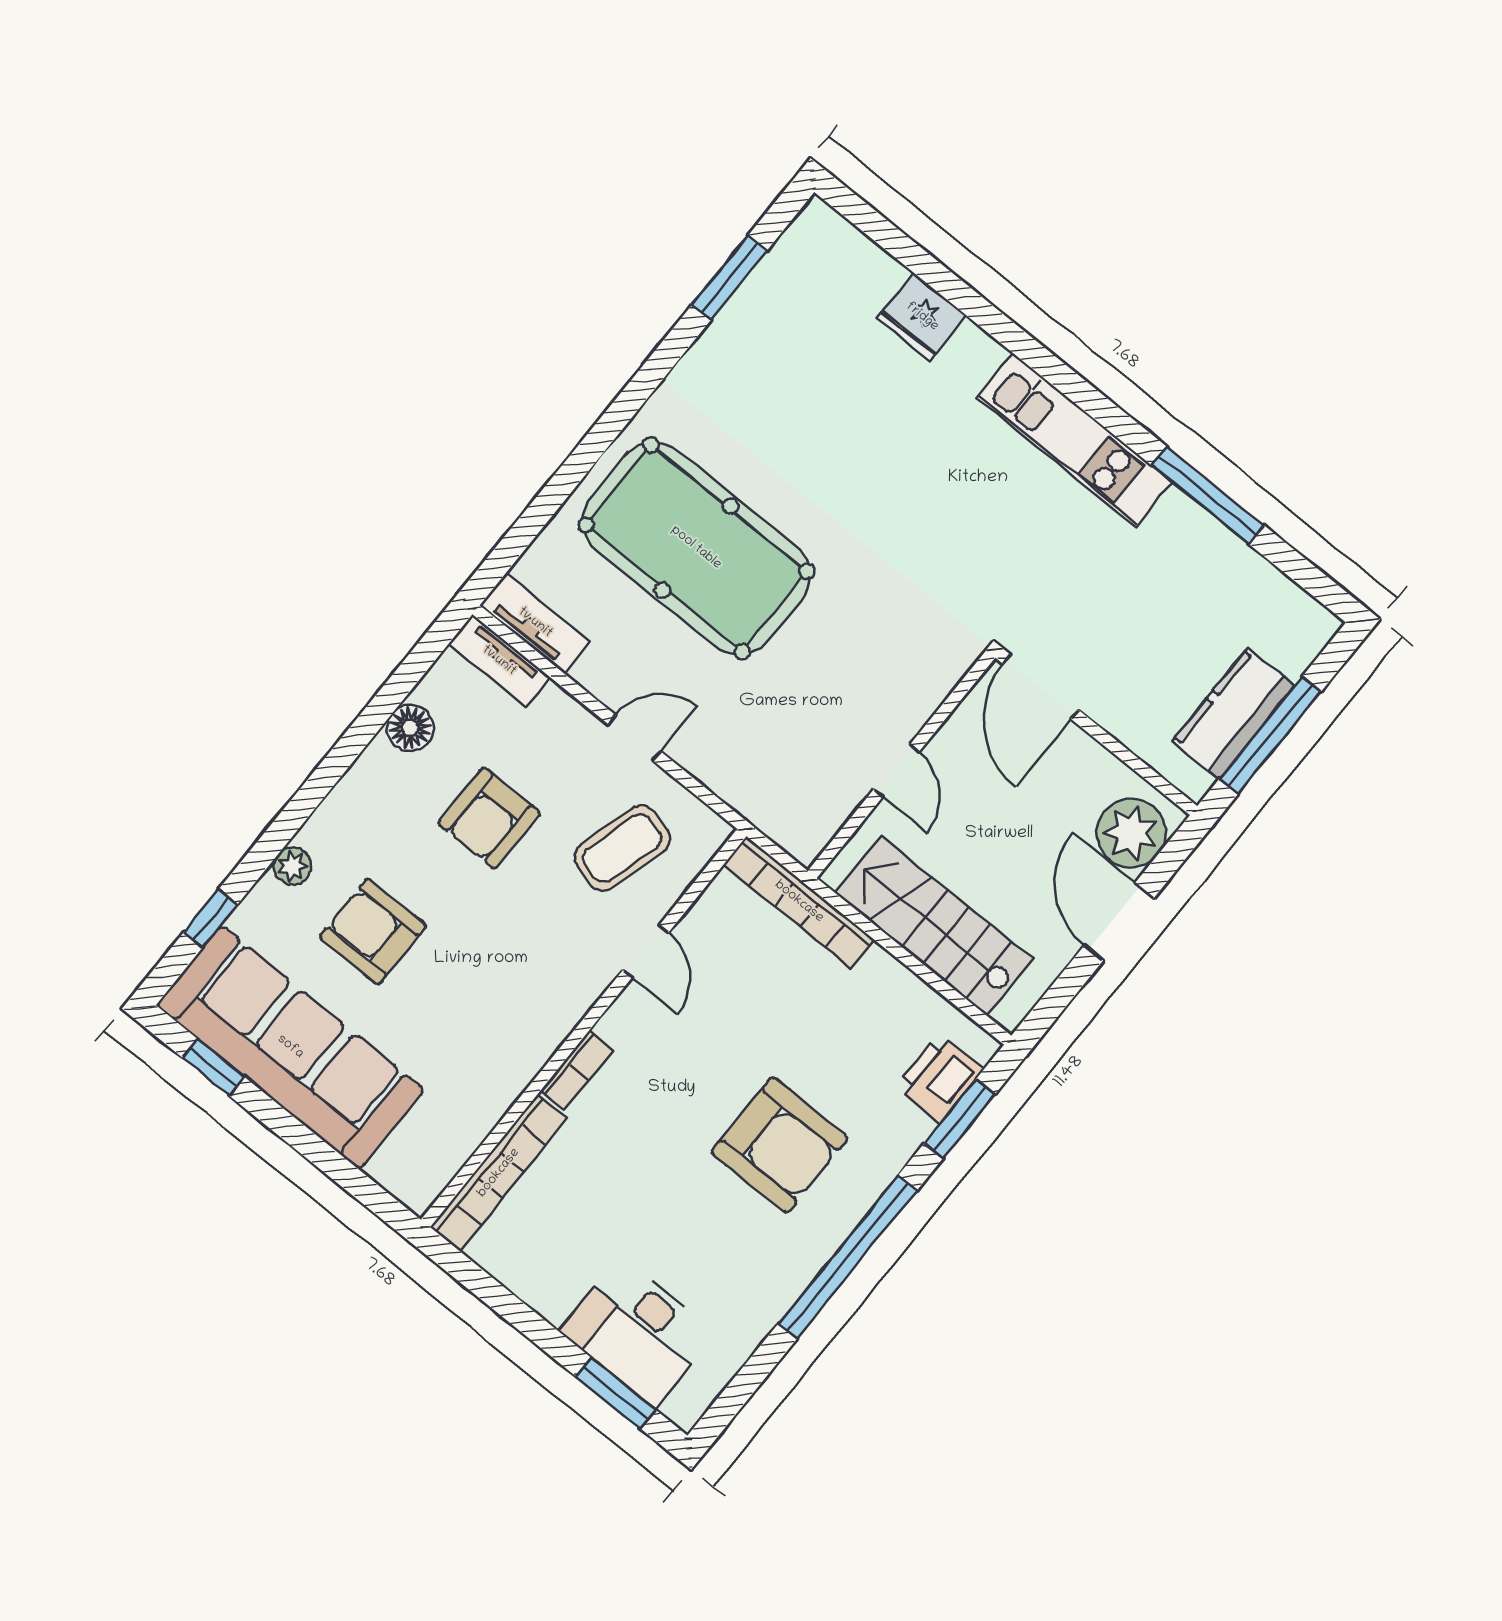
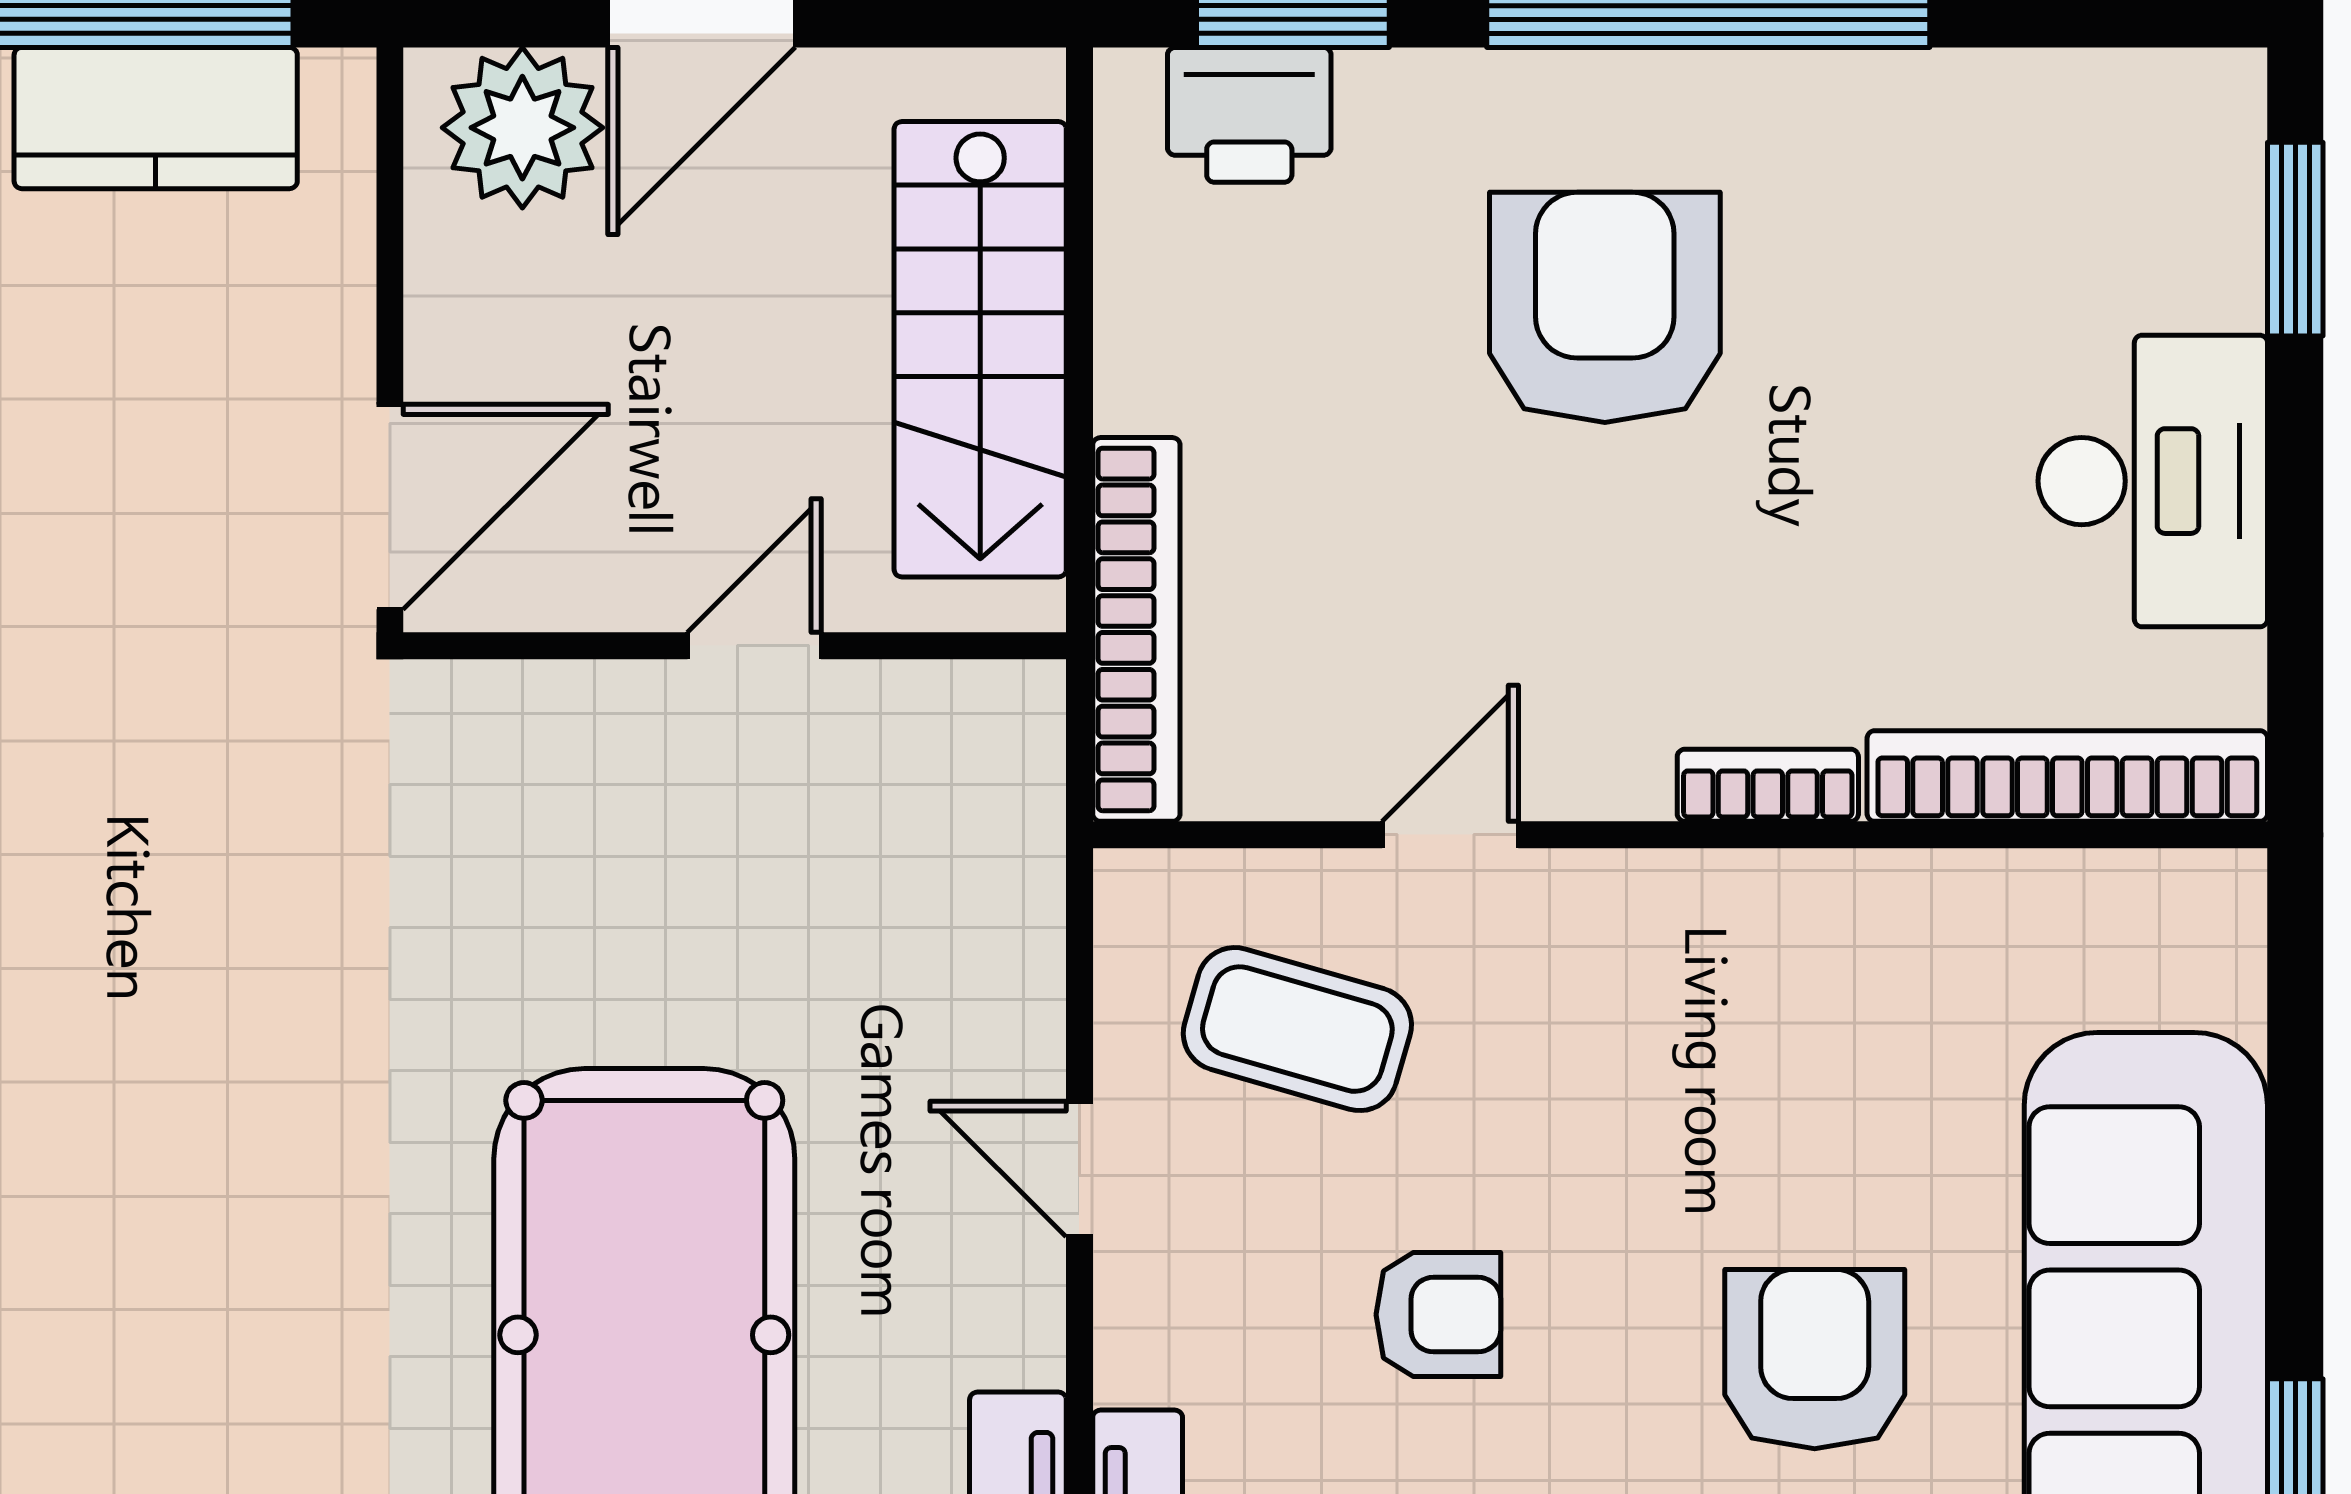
armchair: (489, 818) -> (1438, 1315), width x0.72, depth x0.72
armchair: (373, 931) -> (1815, 1359), turned 180
desk: (638, 1332) -> (2153, 481), moved

